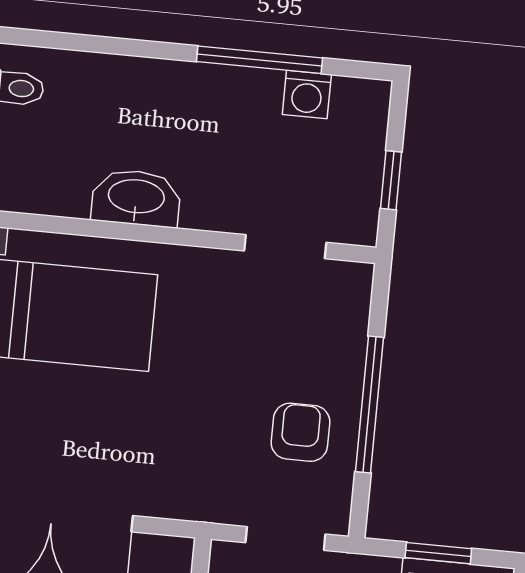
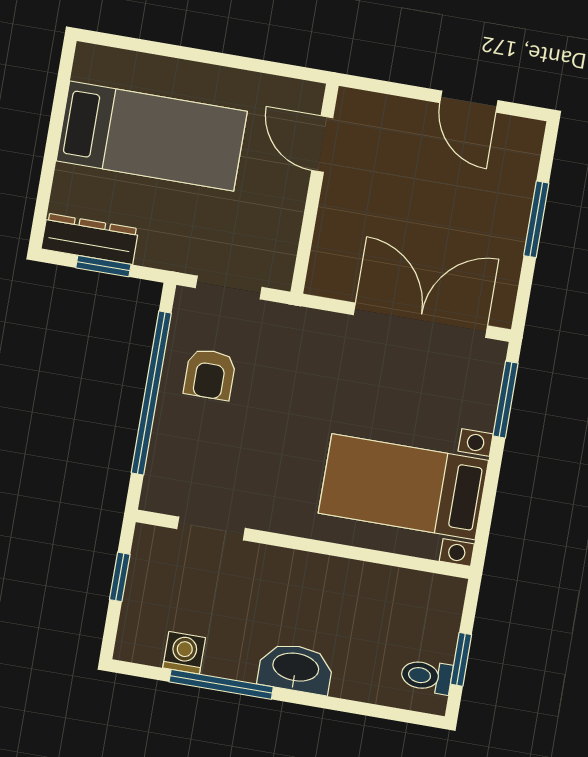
washbasin: (136, 198) -> (296, 668), moved, turned 180
window: (369, 405) -> (151, 393), width x1.46

